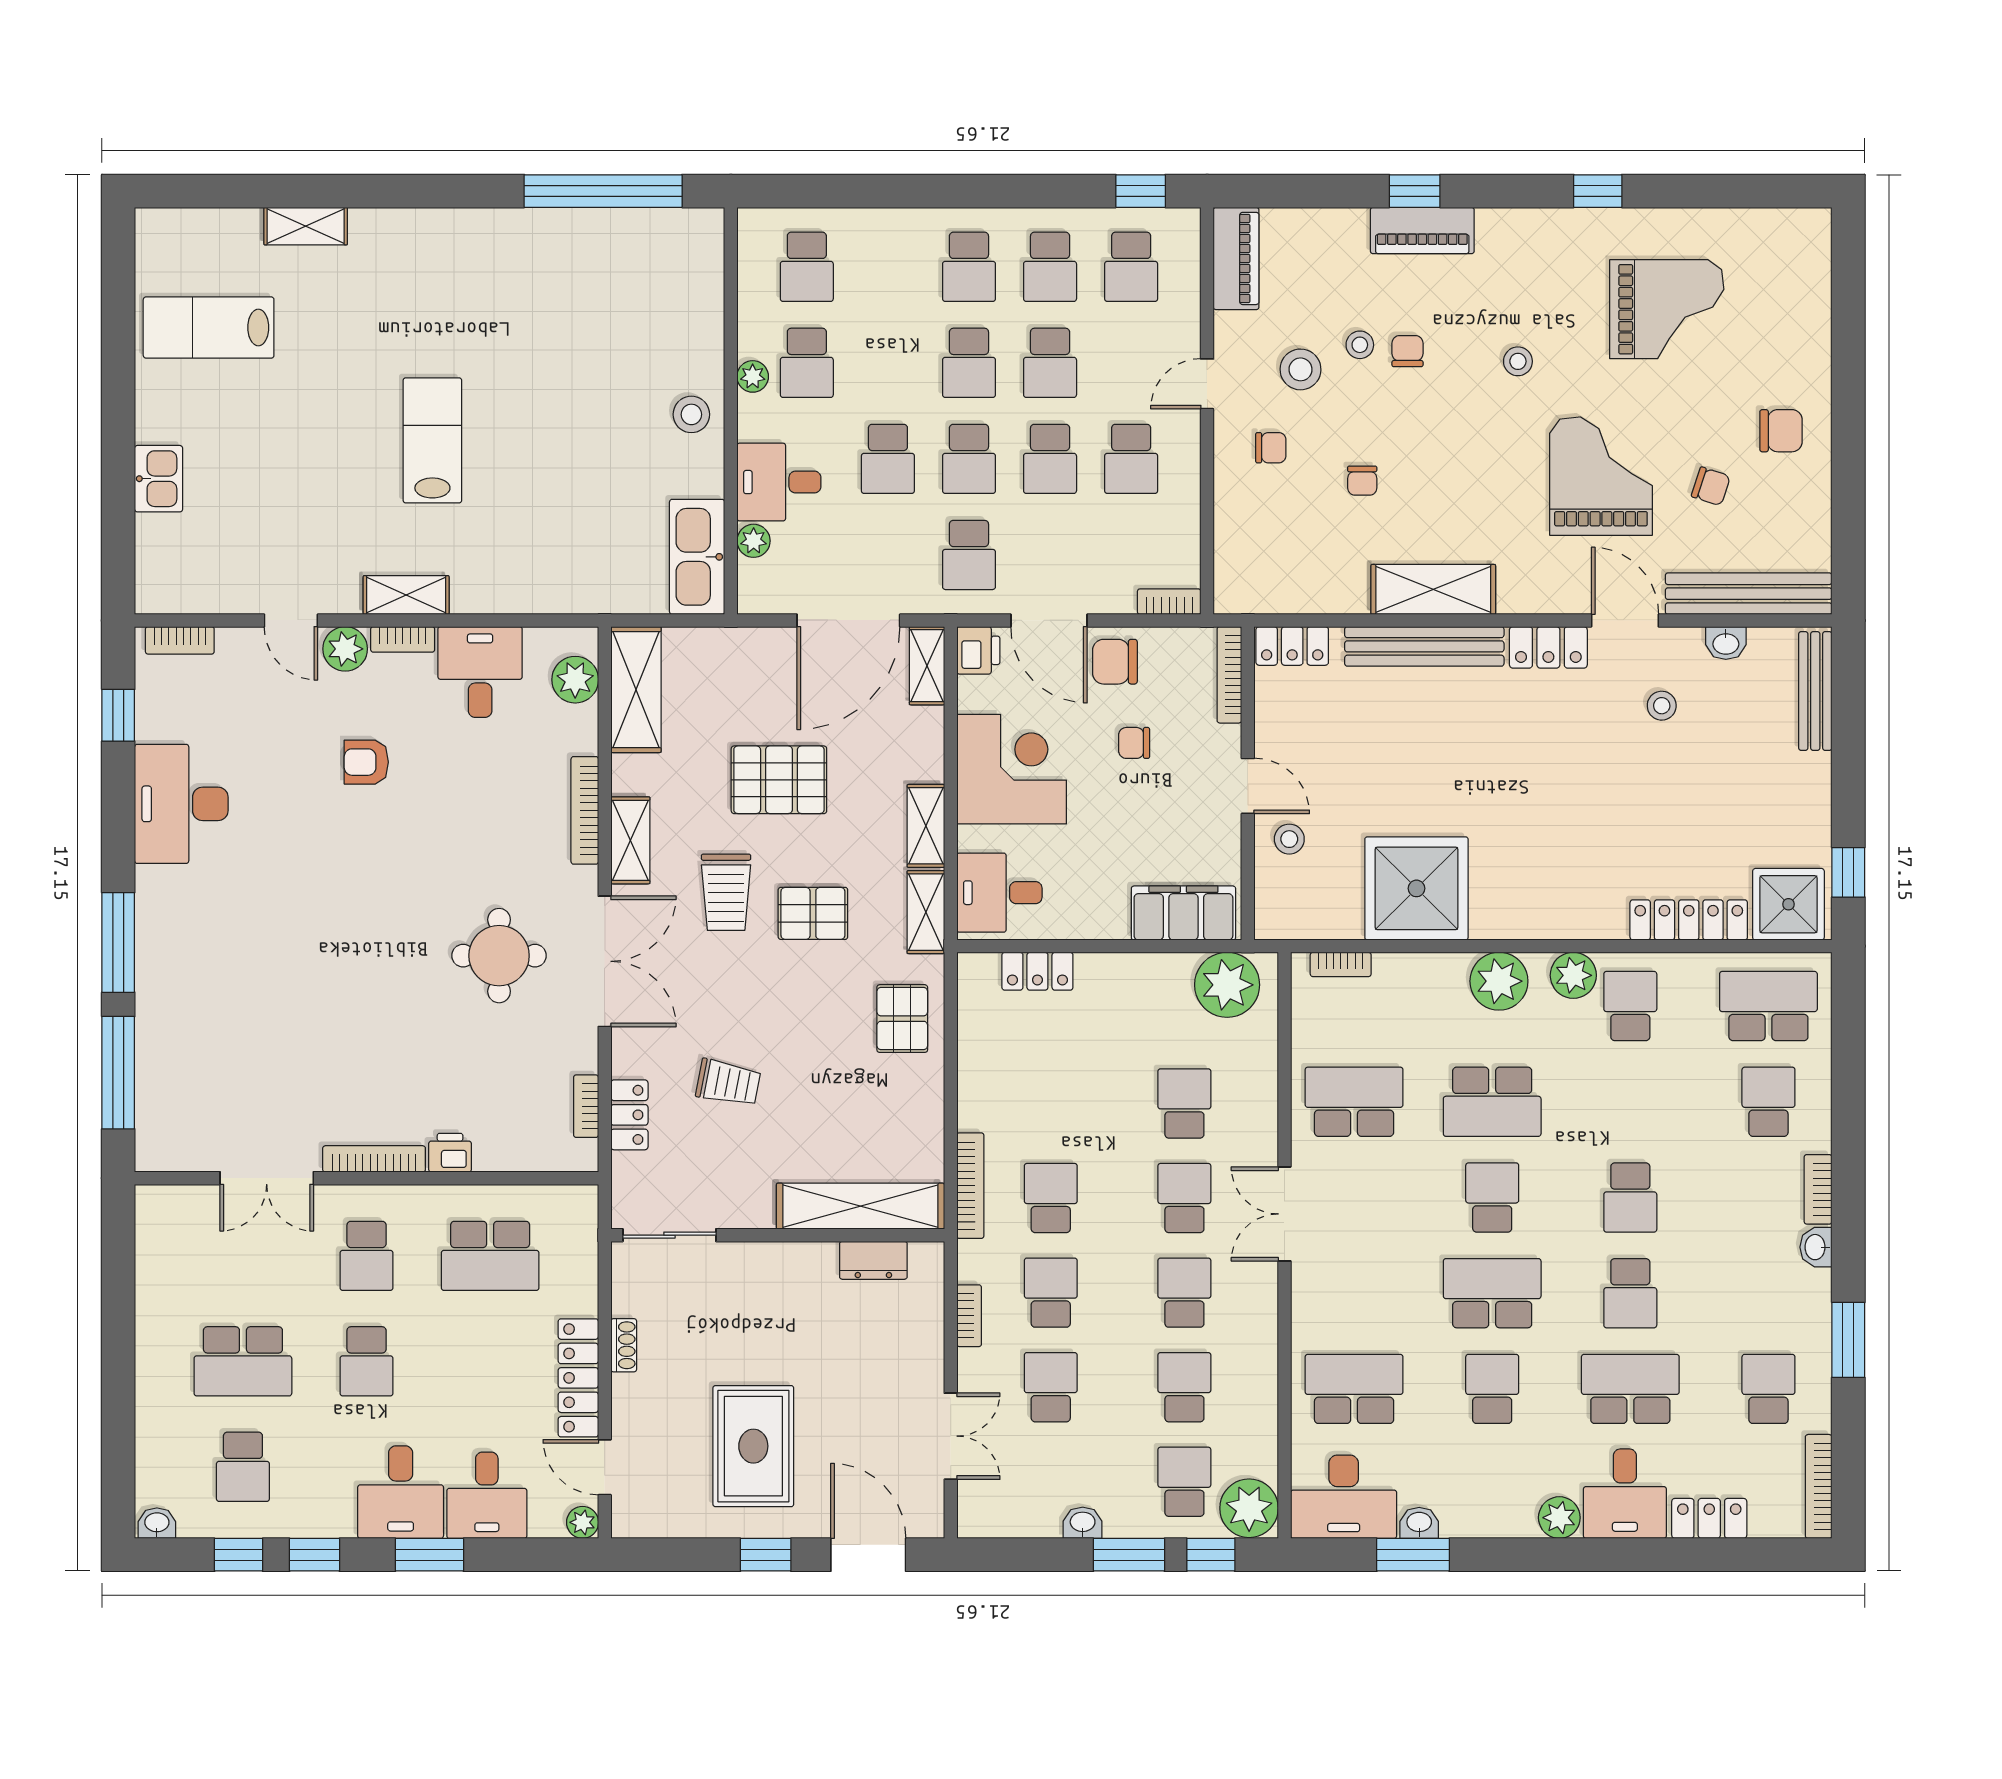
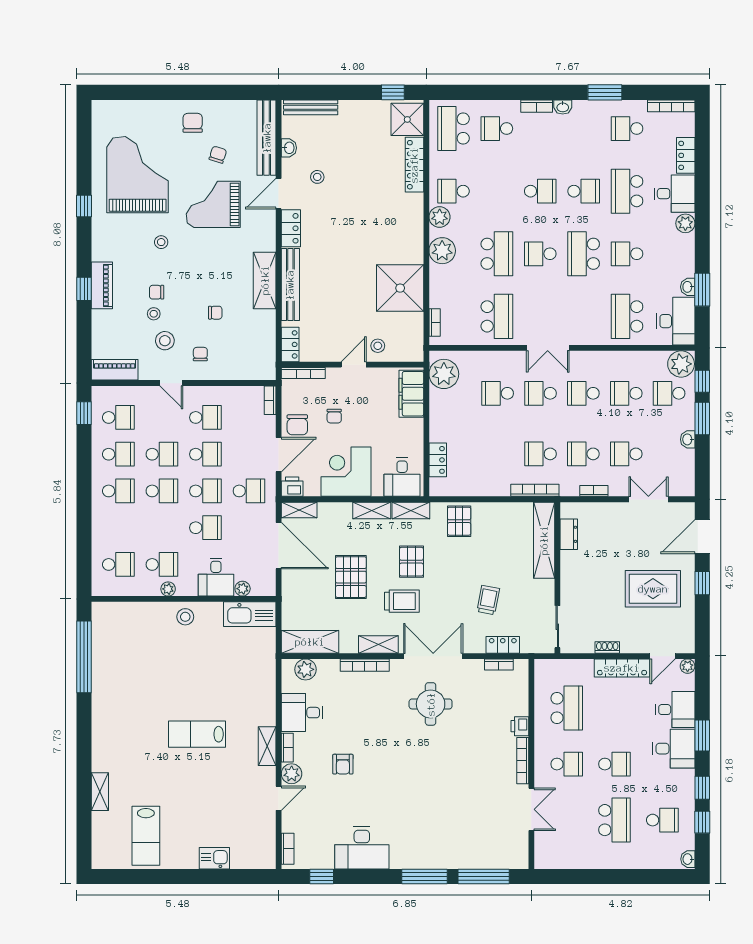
grand piano: (1667, 309) -> (138, 175), width x1.37, depth x1.48
pallet: (902, 1019) -> (459, 521), turned 90
school desk: (1354, 1102) -> (497, 316), turned 180

